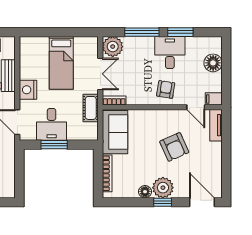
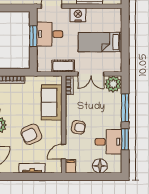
desk: (170, 53) -> (108, 142), moved
tv unit: (216, 125) -> (32, 168), moved
sofa: (115, 132) -> (52, 102), moved, turned 90

